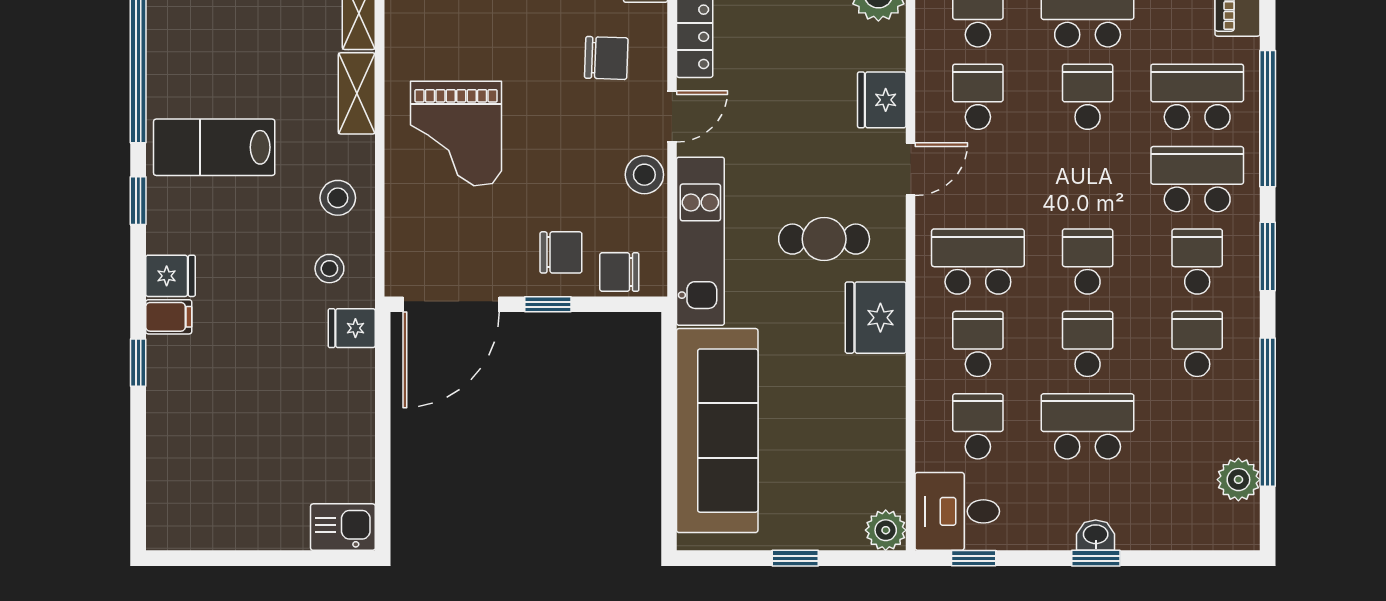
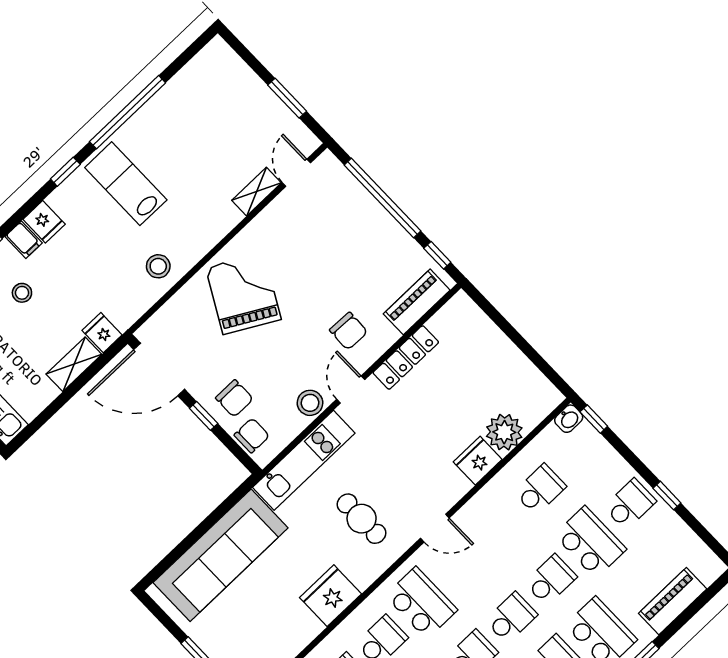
shelving: (357, 93) -> (74, 364), moved
school desk: (978, 97) -> (511, 618), moved
fridge: (882, 100) -> (478, 461), moved
door: (672, 116) -> (351, 389), swing flipped
grand piano: (456, 134) -> (243, 294), turned 119
stool: (329, 269) -> (22, 293), moved
chair: (619, 272) -> (252, 435), turned 90
fridge: (876, 318) -> (331, 596), moved

